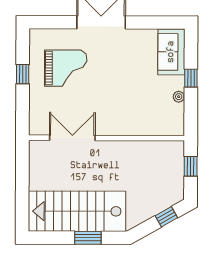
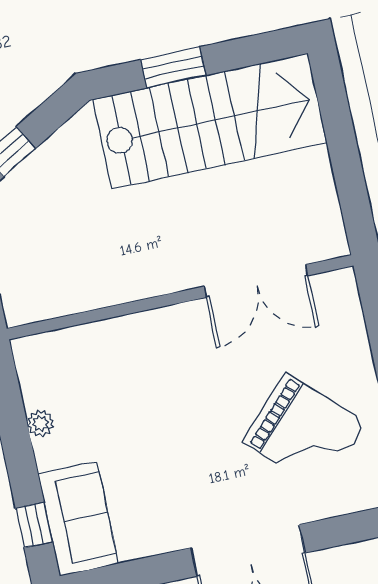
grand piano: (66, 68) -> (304, 432), turned -136
window: (191, 78) -> (34, 525), moved

